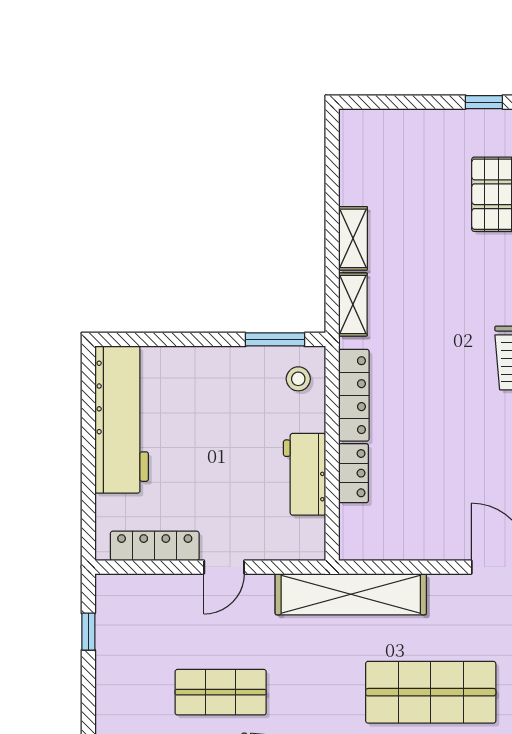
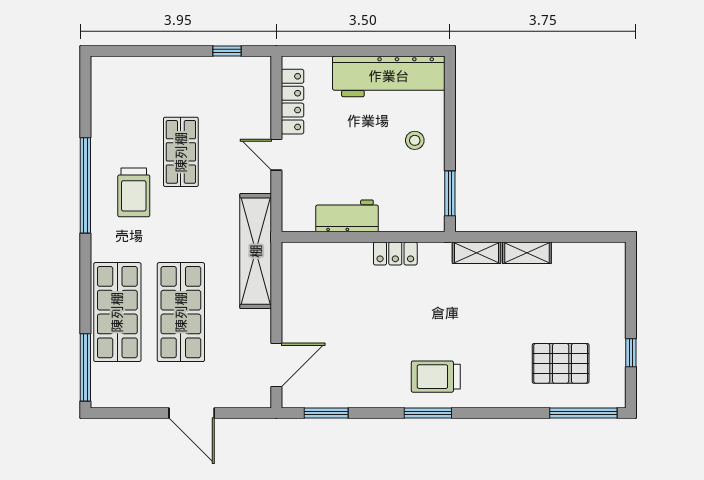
stool: (298, 379) -> (415, 140), moved
locker: (354, 395) -> (395, 253), width x0.66
locker: (354, 473) -> (348, 253), removed

